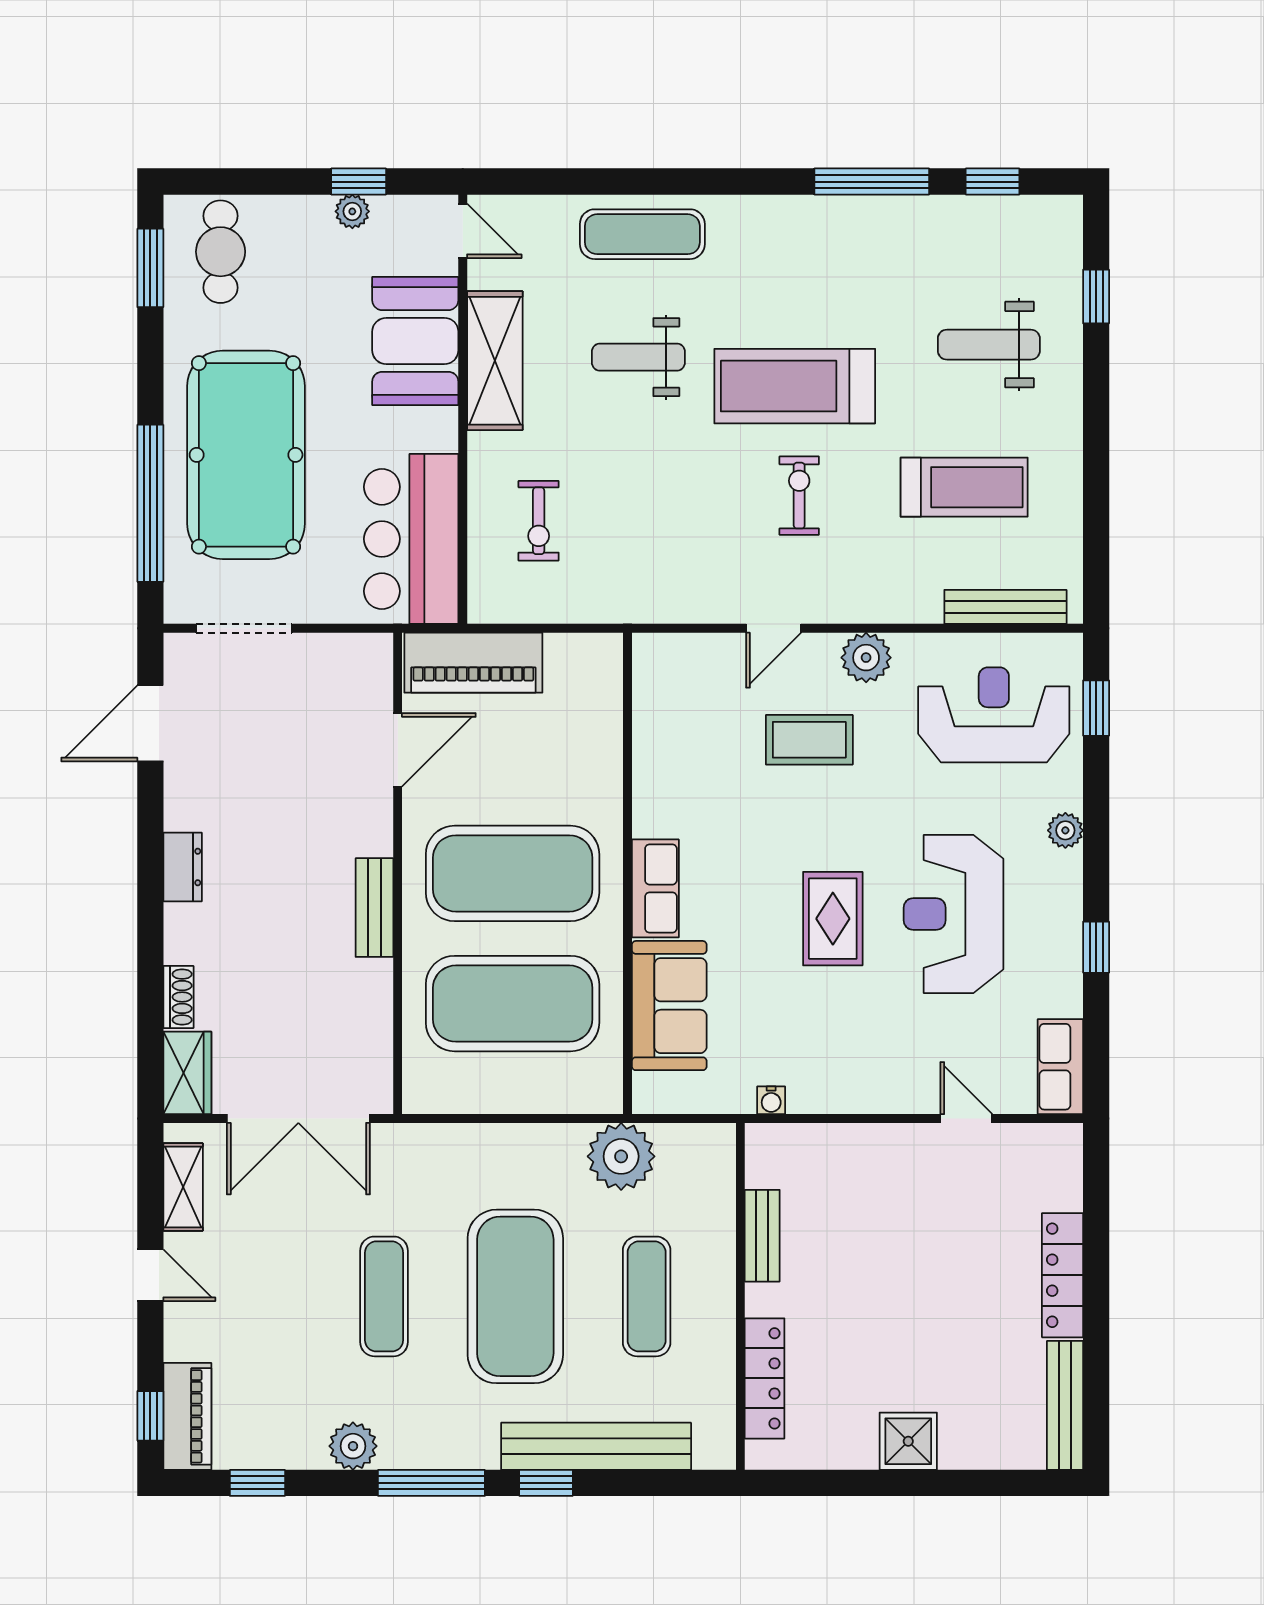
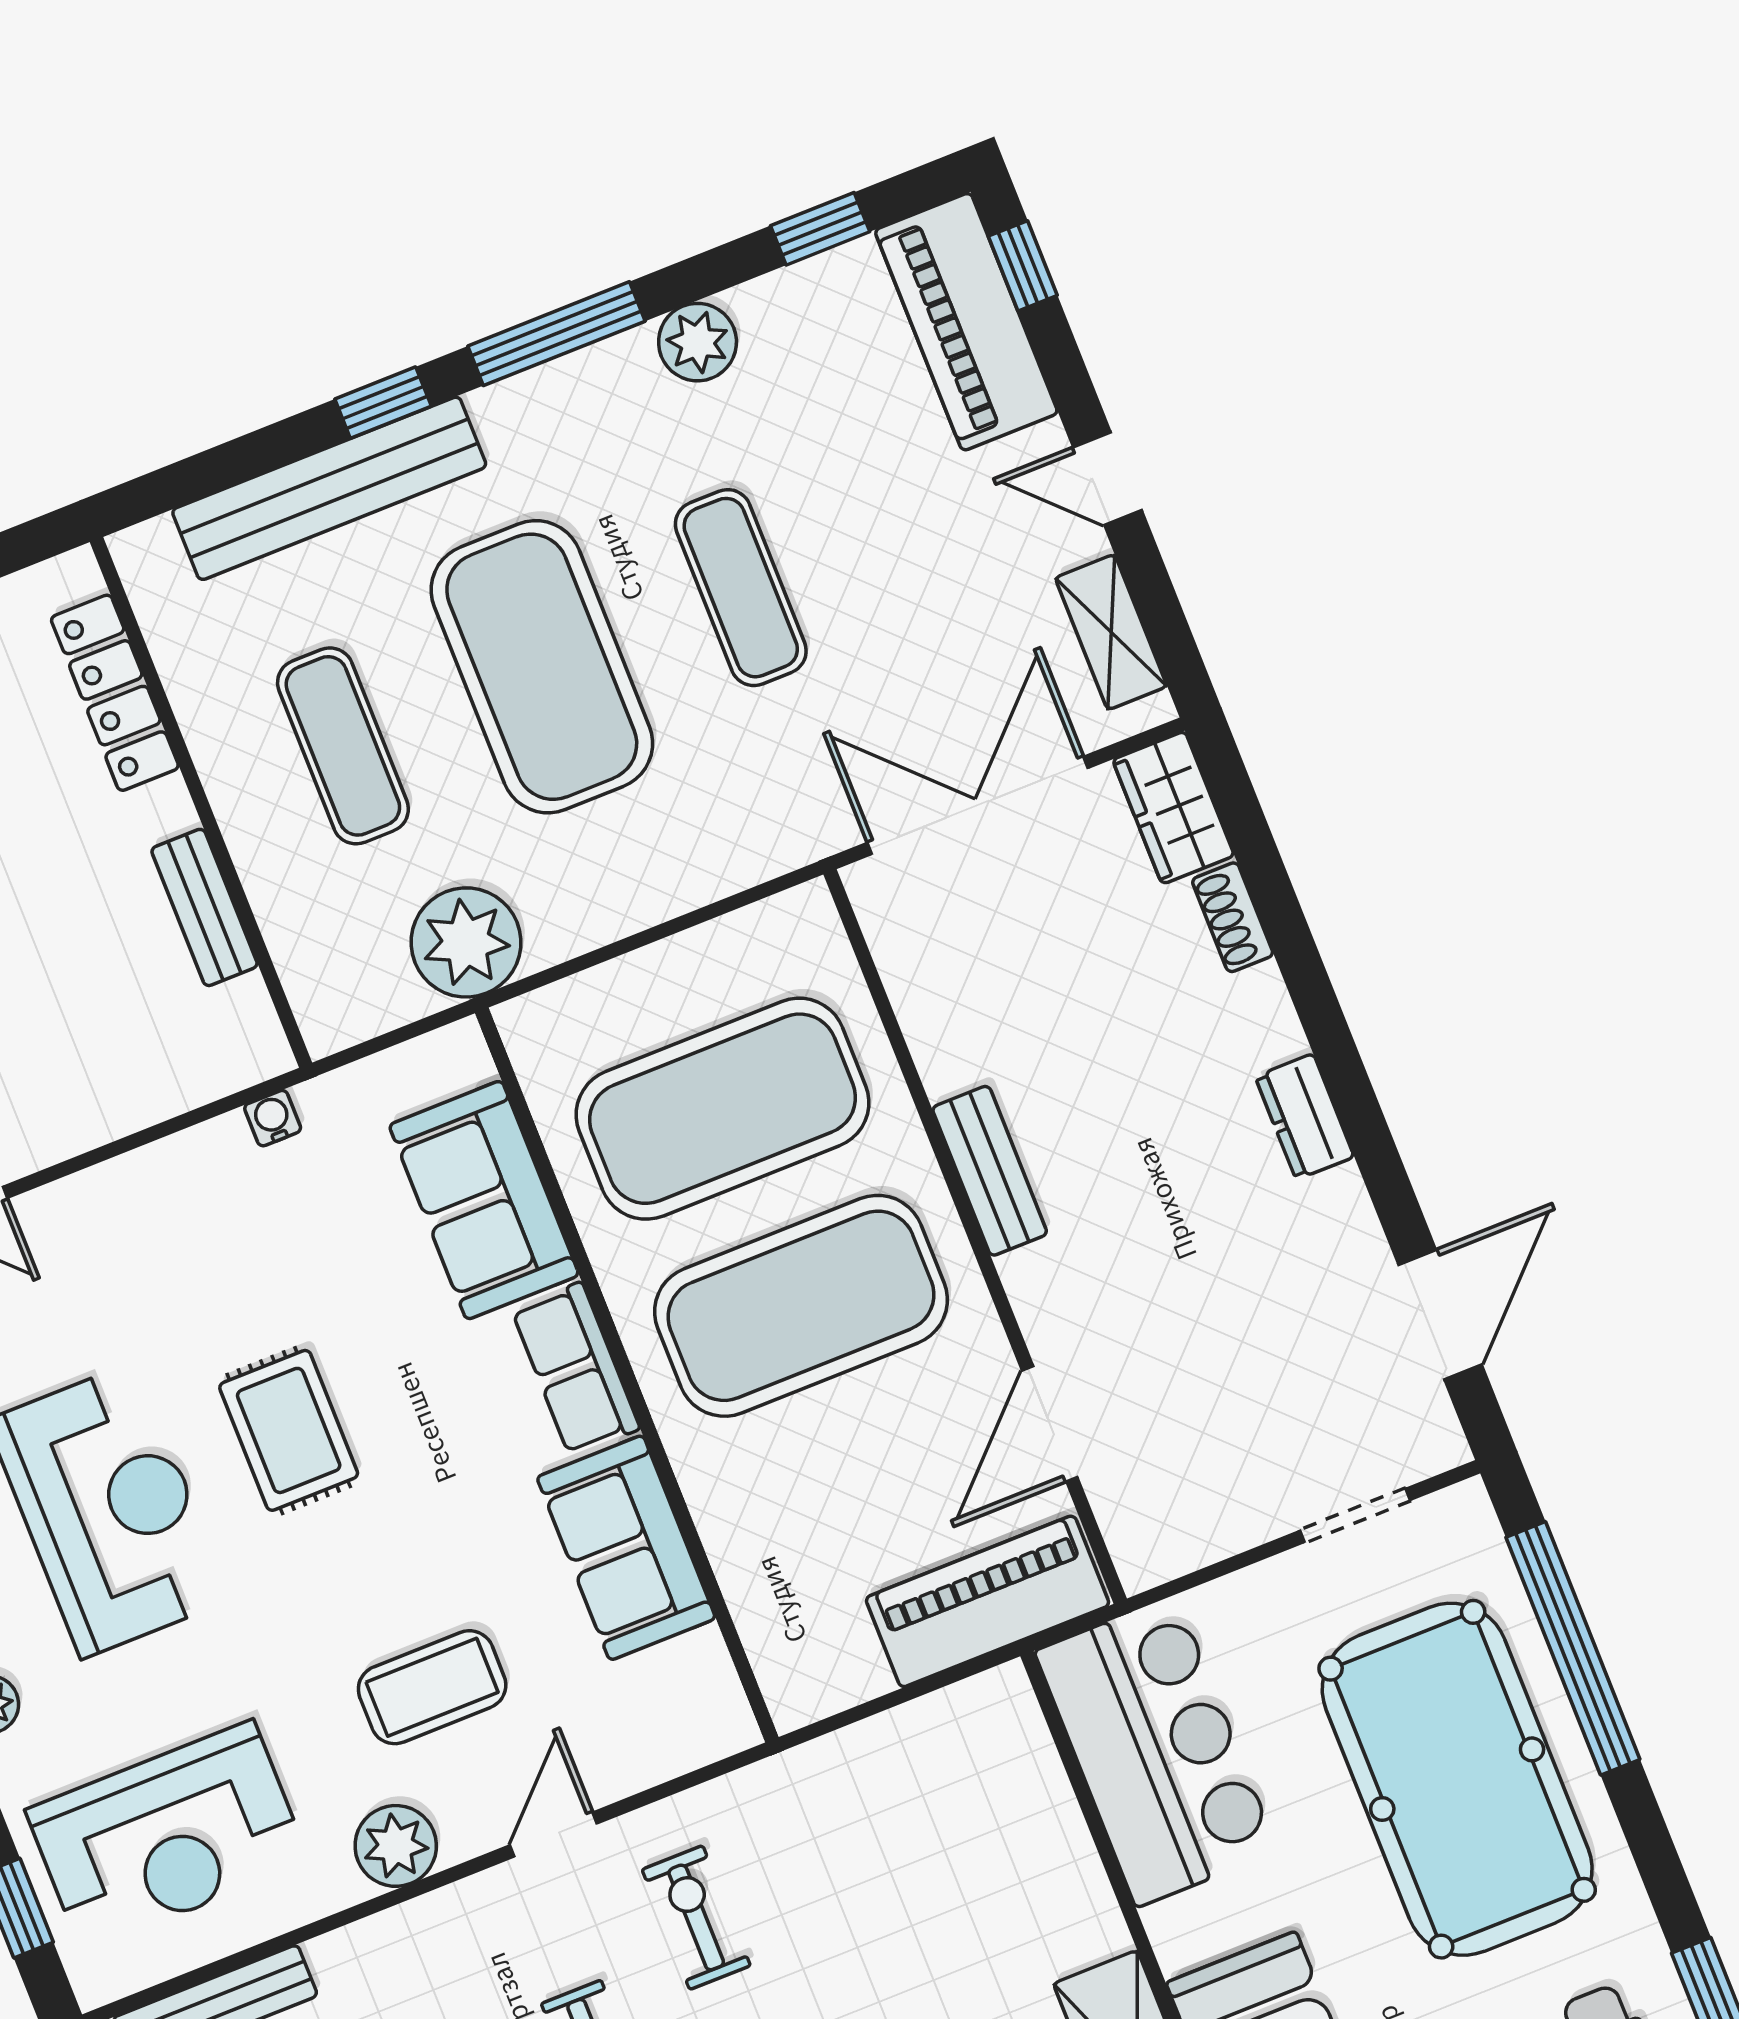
exercise bike: (539, 521) -> (696, 1917), moved
doorway: (244, 628) -> (1355, 1515), width x0.73
sofa: (667, 775) -> (626, 1548), added
piano: (187, 1416) -> (966, 322), width x1.37, depth x1.33

